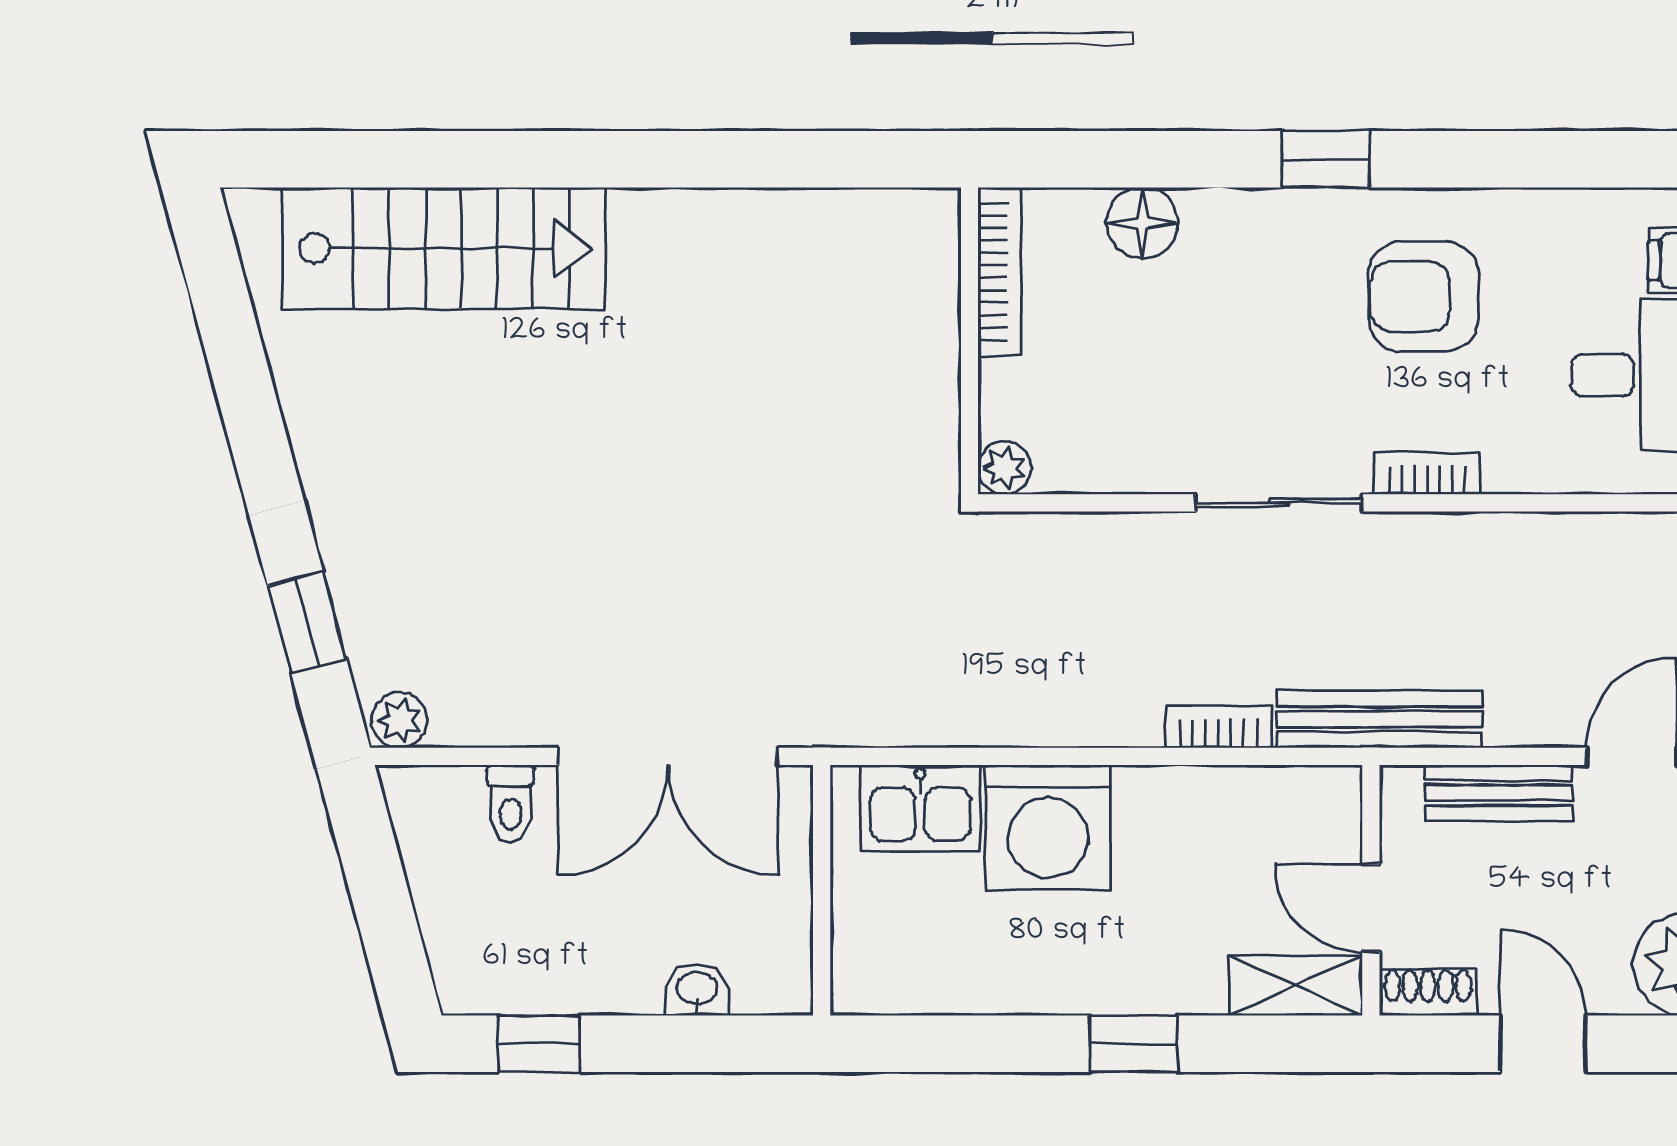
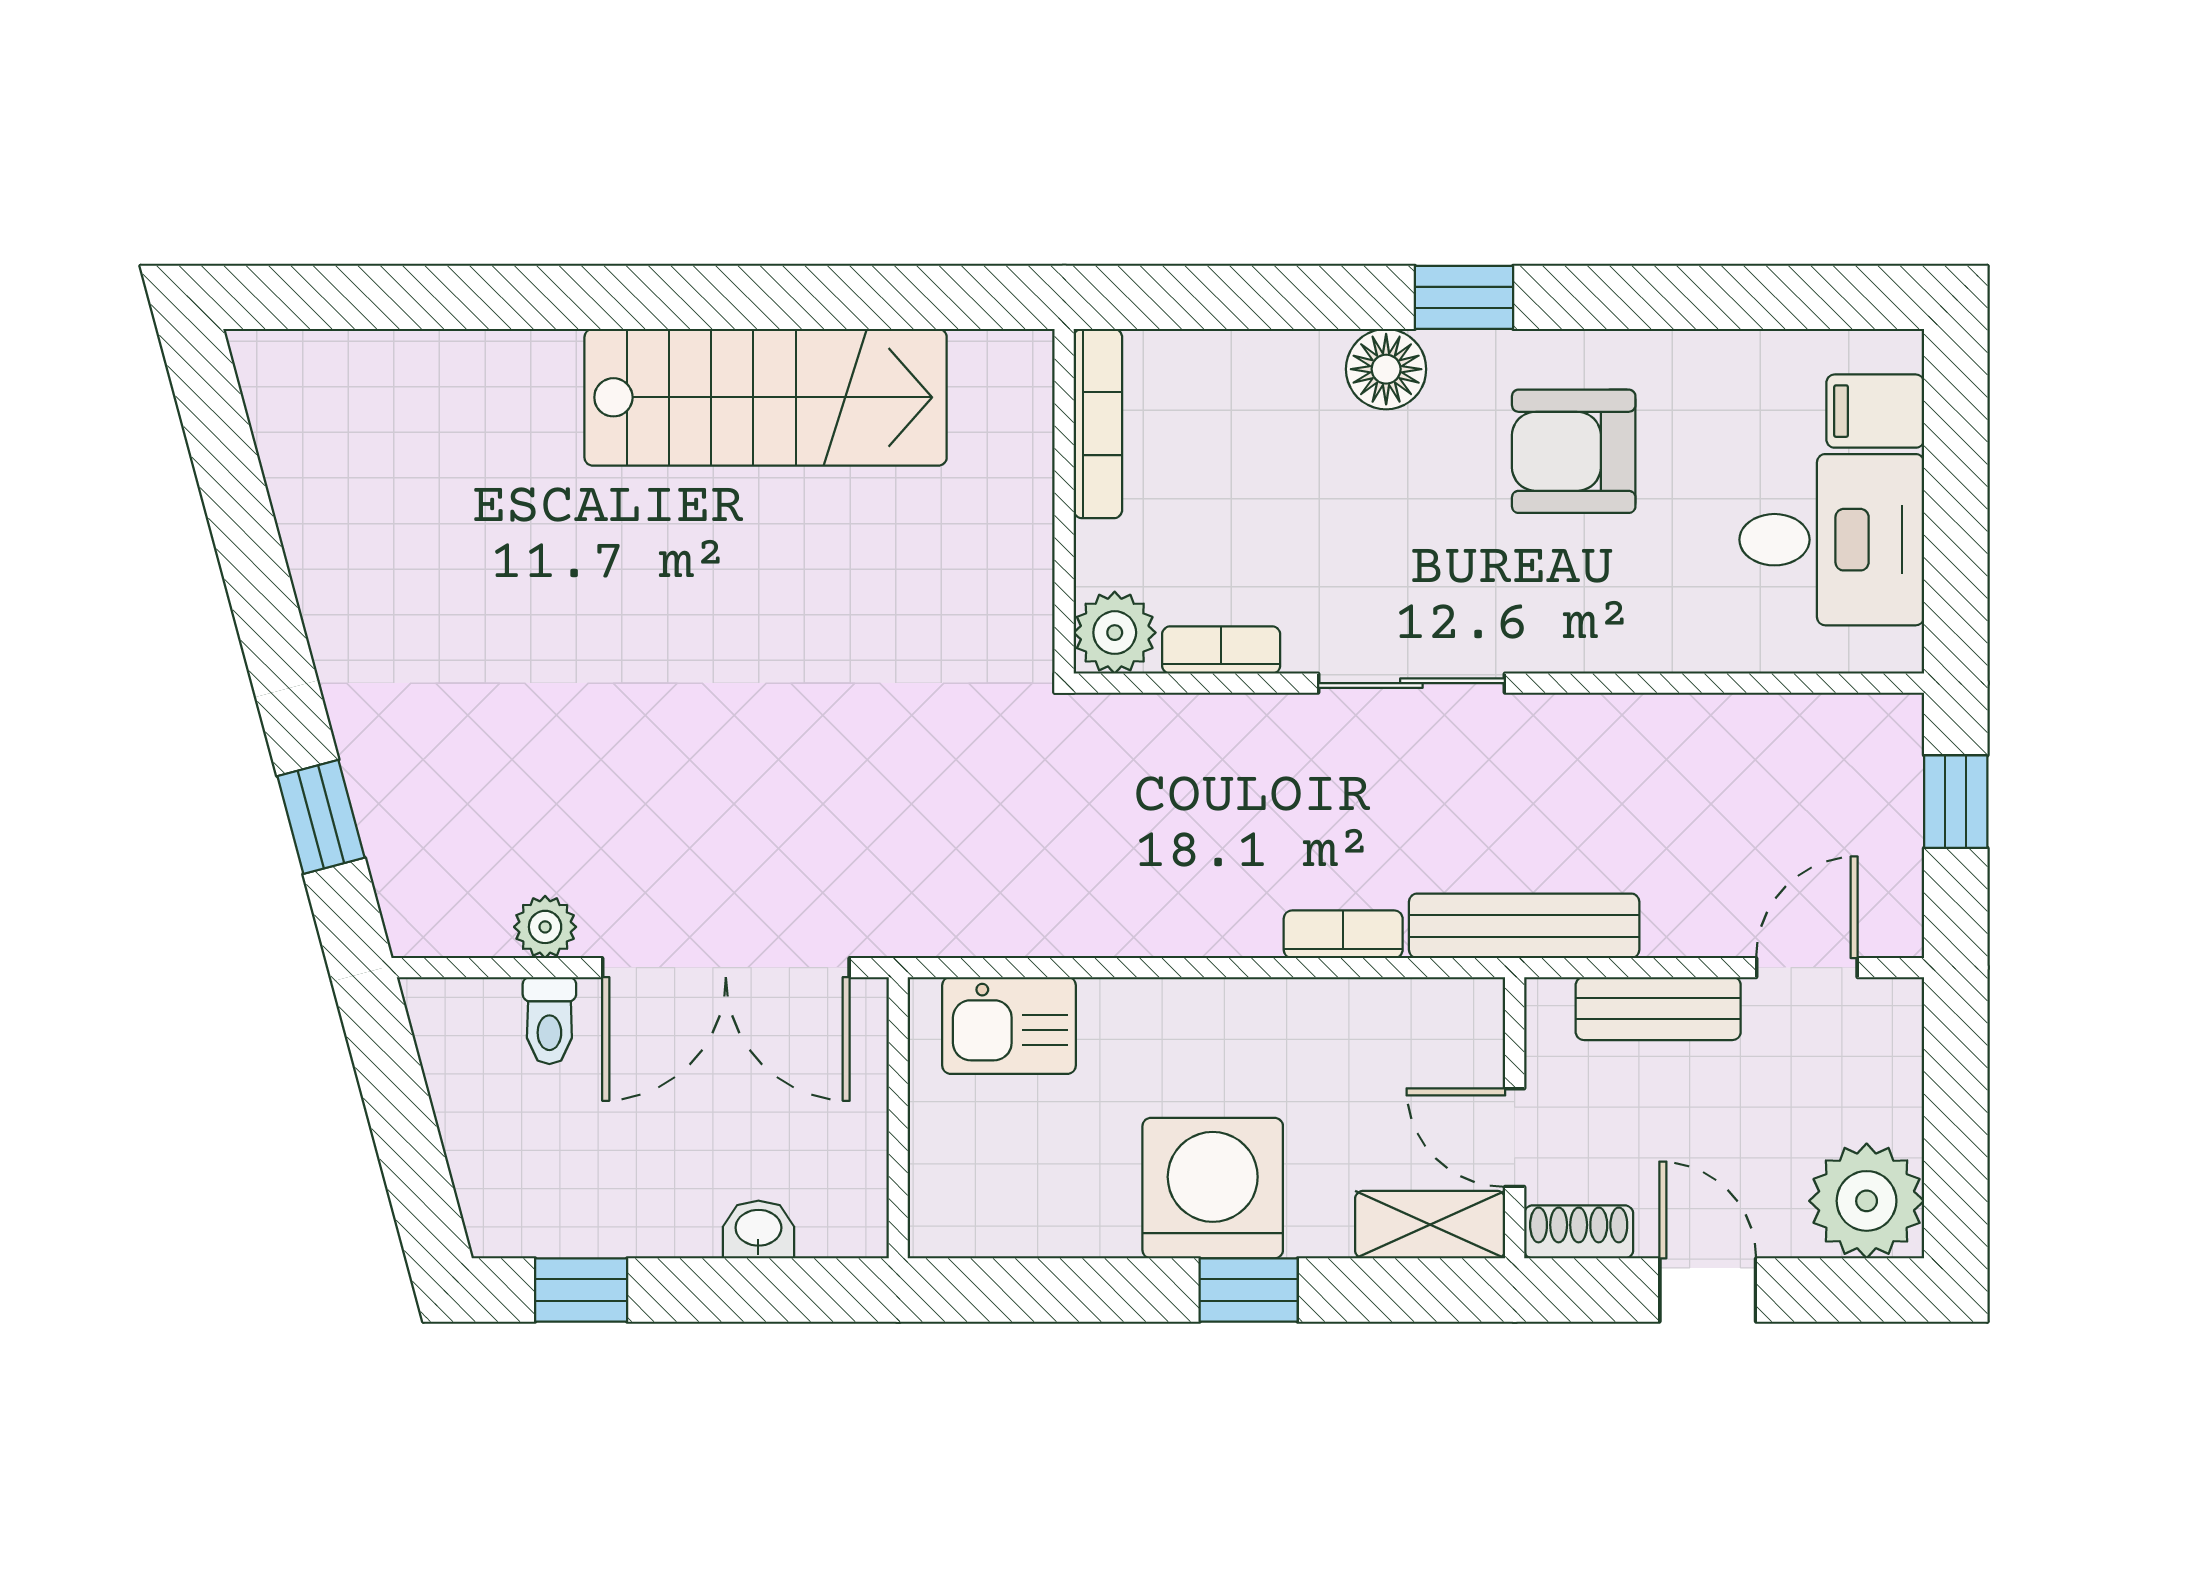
floor lamp: (1142, 223) -> (1386, 369), moved
stairs: (444, 248) -> (766, 397), moved
plant: (1004, 468) -> (1115, 633), width x1.38, depth x1.38
bookcase: (1427, 473) -> (1221, 650), moved
plant: (400, 720) -> (545, 927), moved
washing machine: (1048, 827) -> (1213, 1188), moved, turned 180

